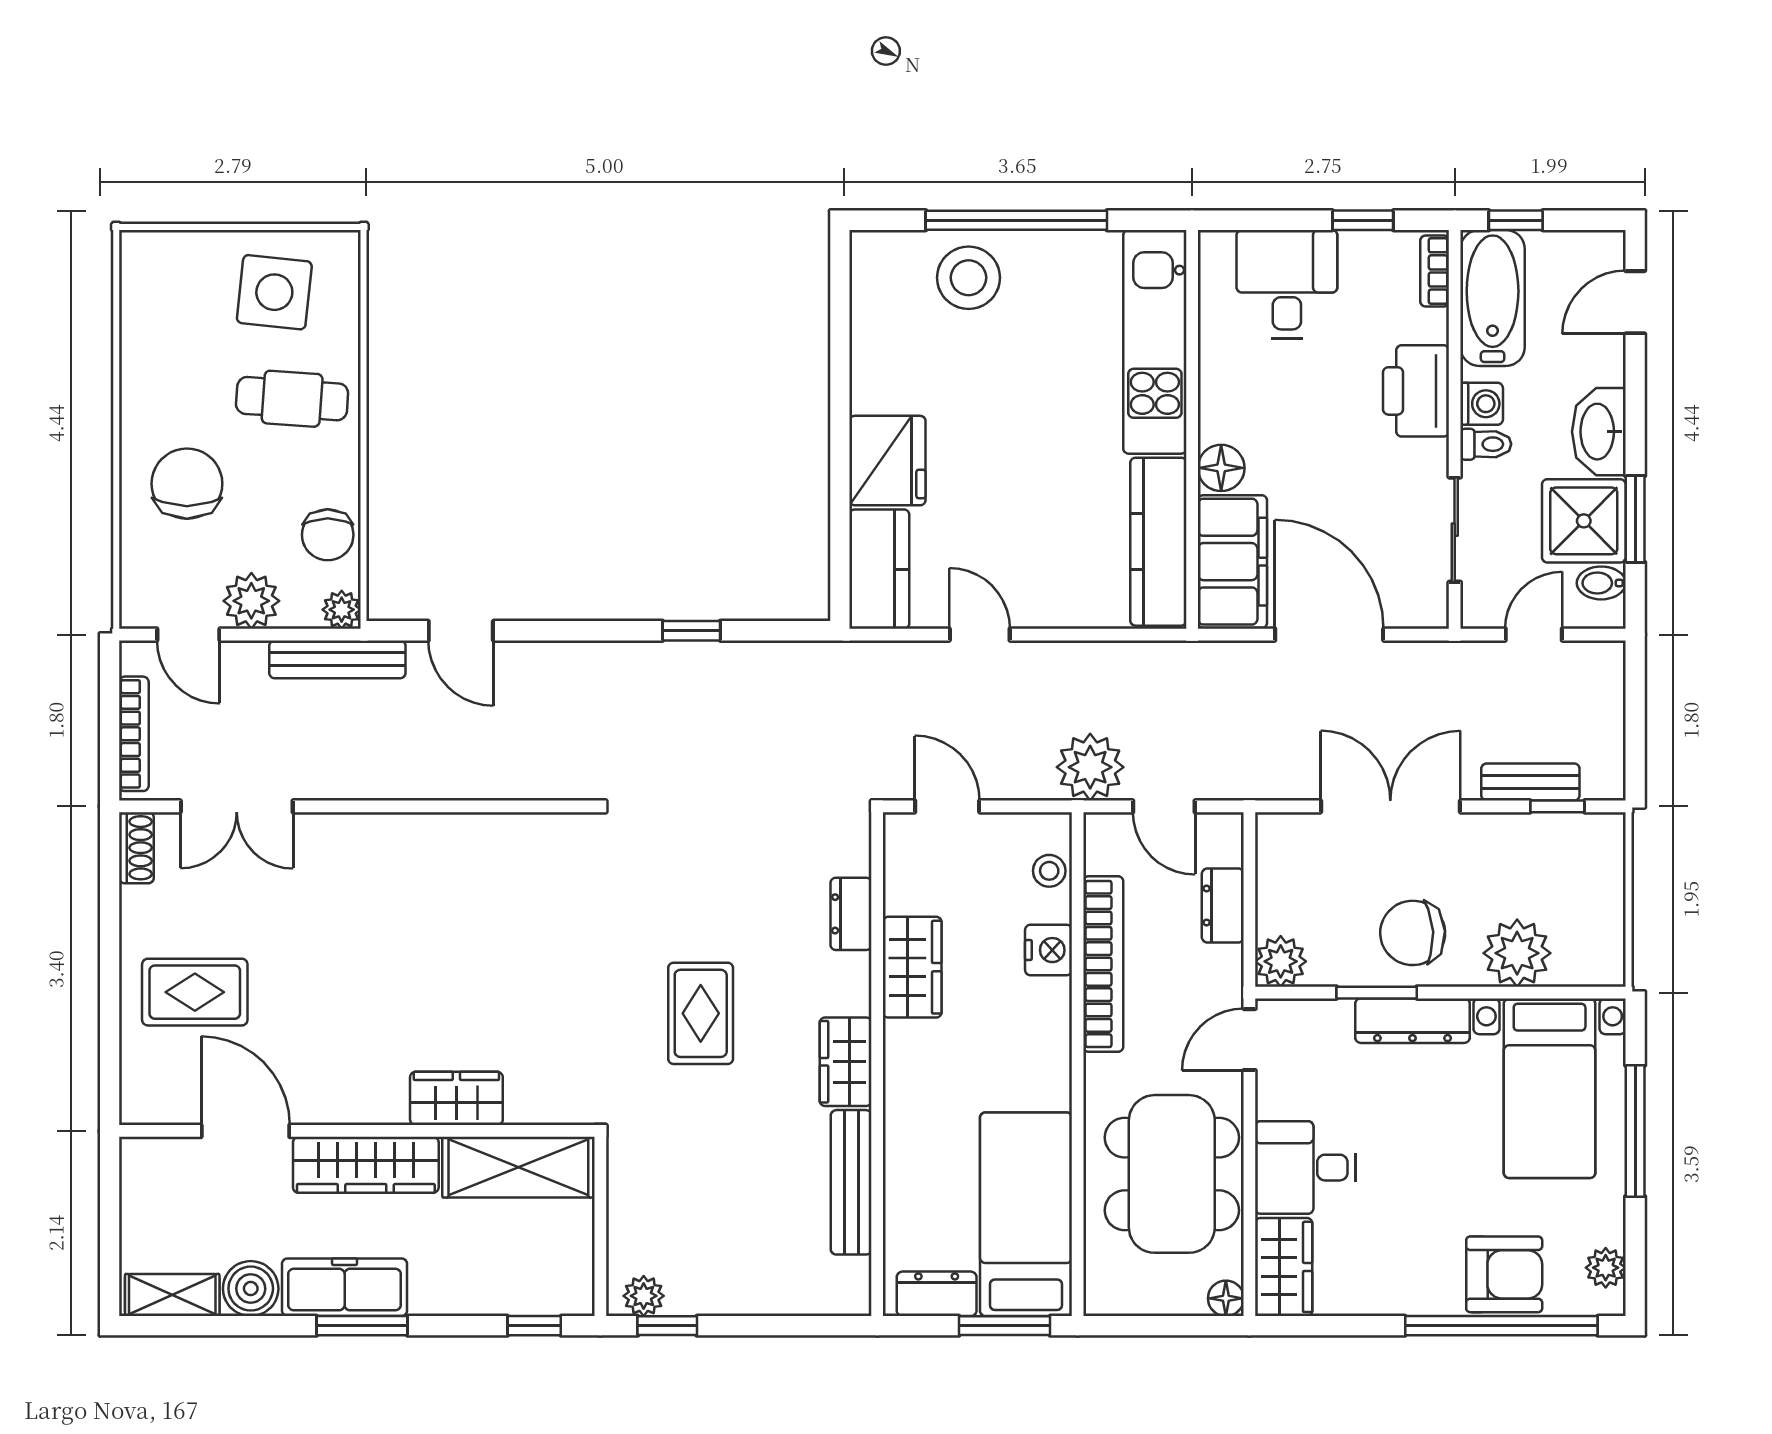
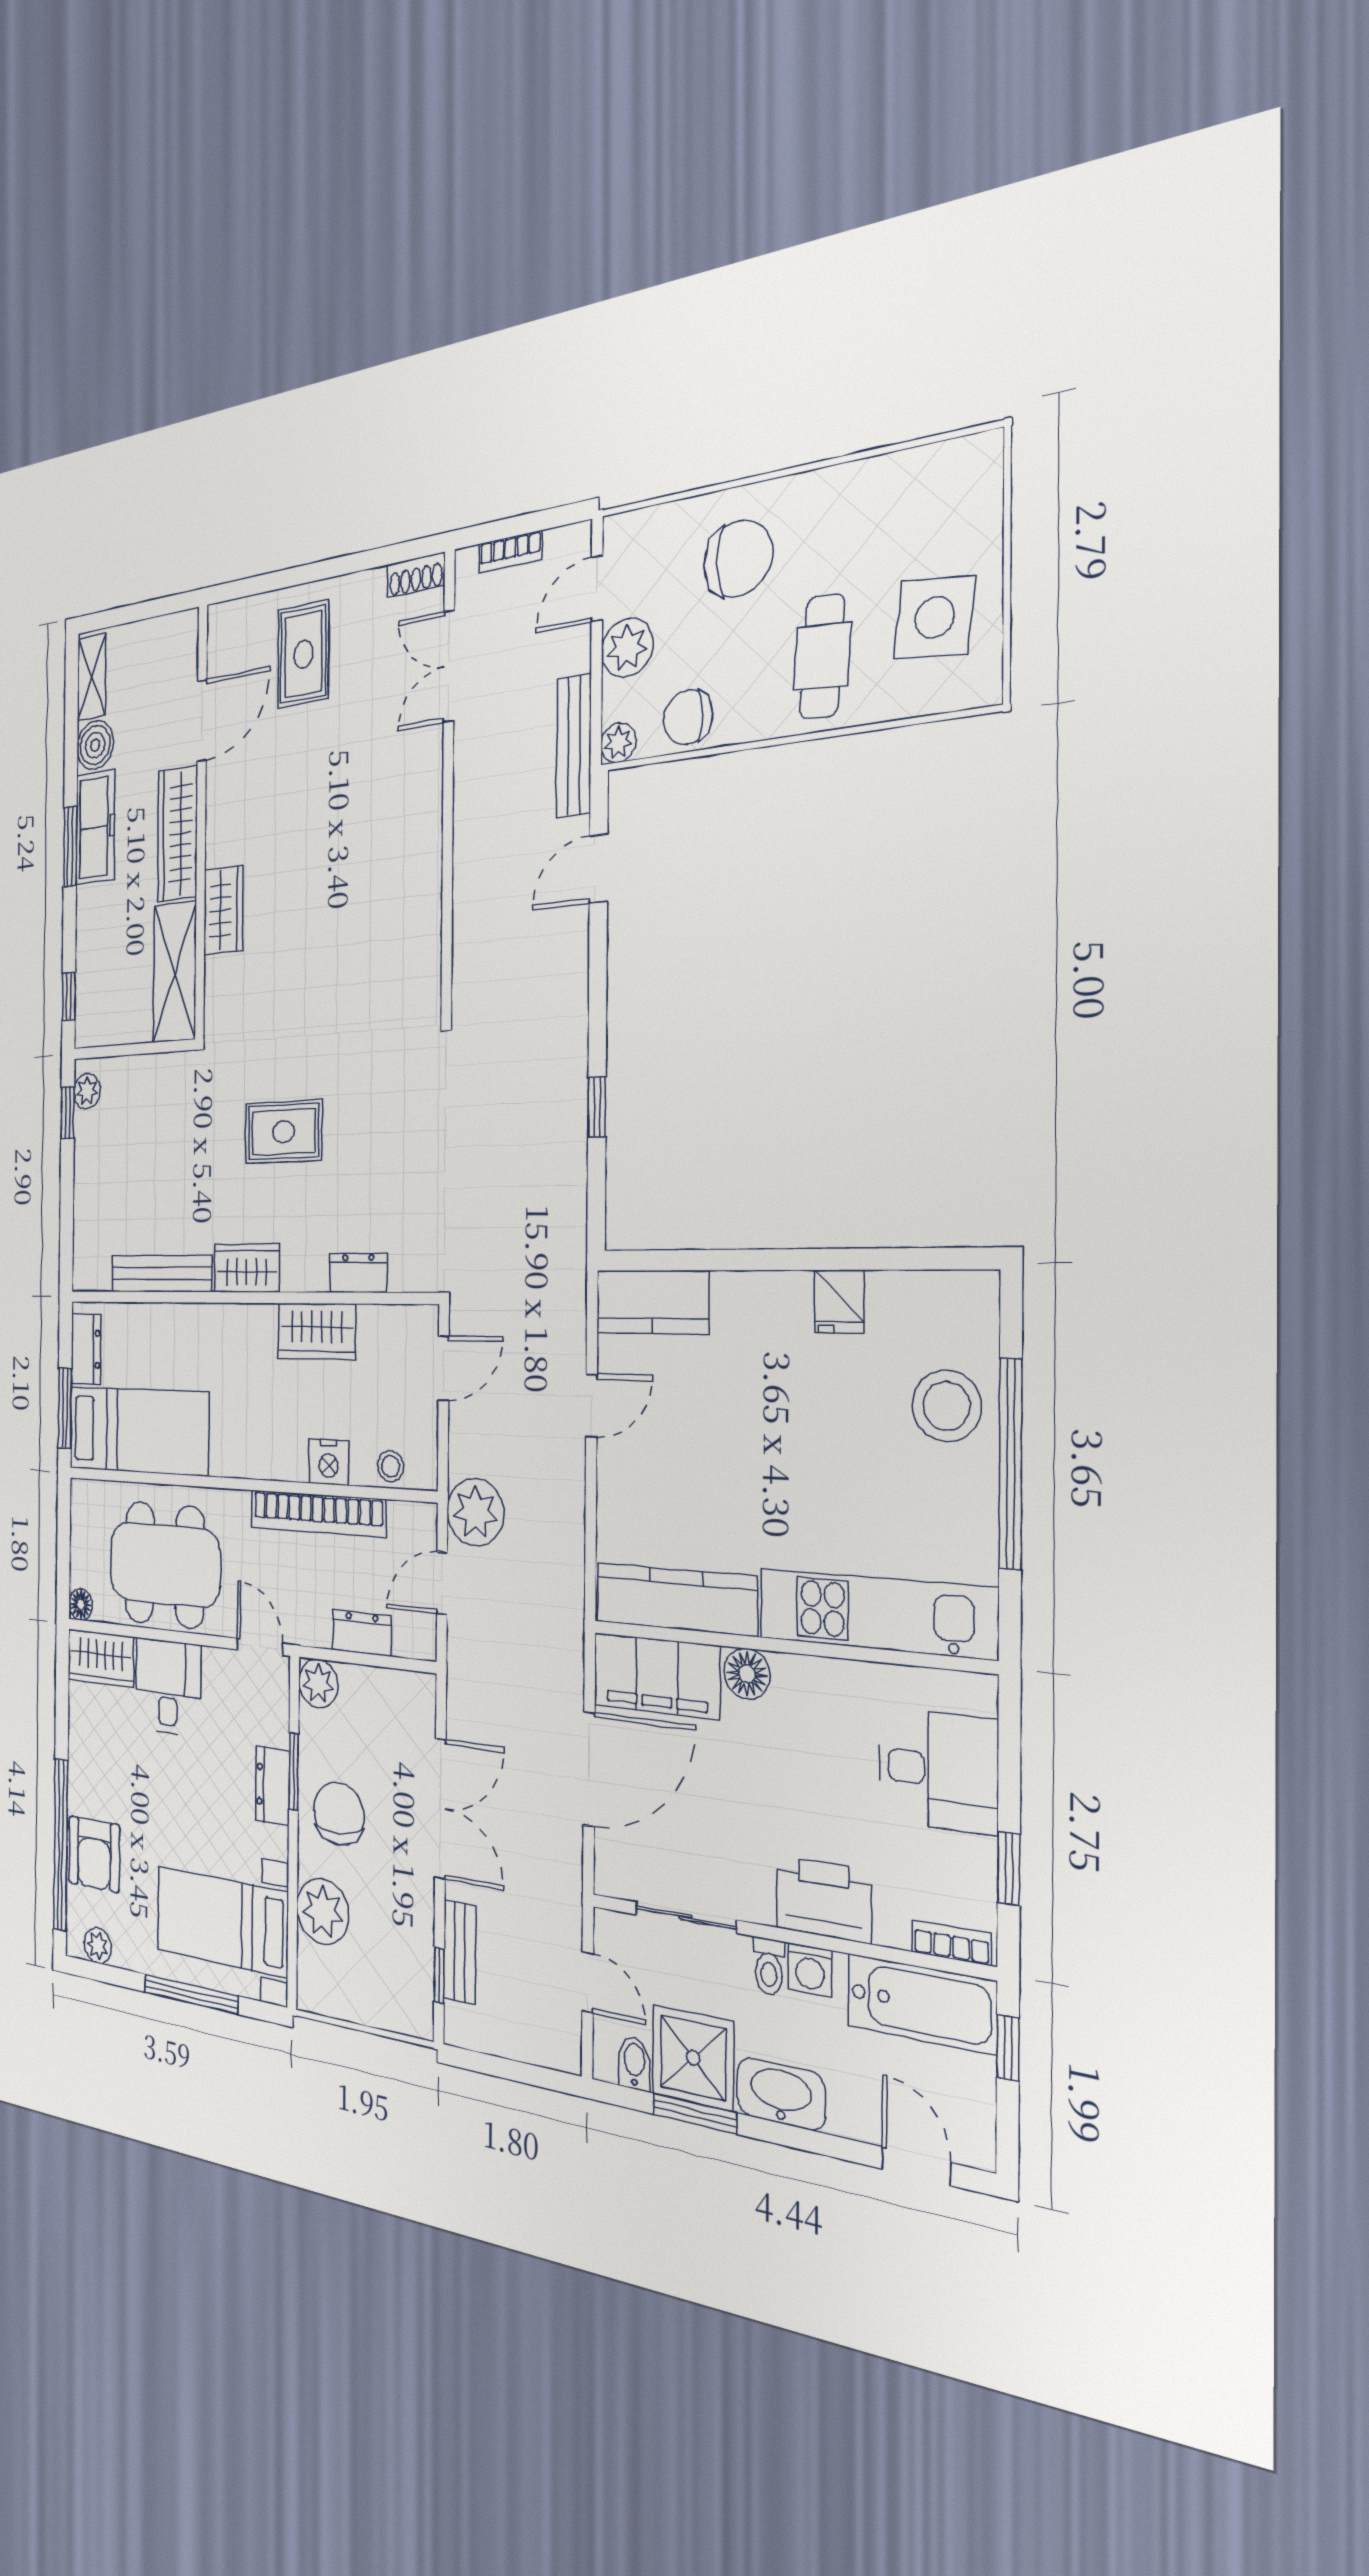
fridge: (887, 461) -> (839, 1302), moved, width x0.53, depth x0.75
bookcase: (134, 734) -> (510, 552), width x0.64
dresser: (1413, 1021) -> (273, 1786), width x0.70

